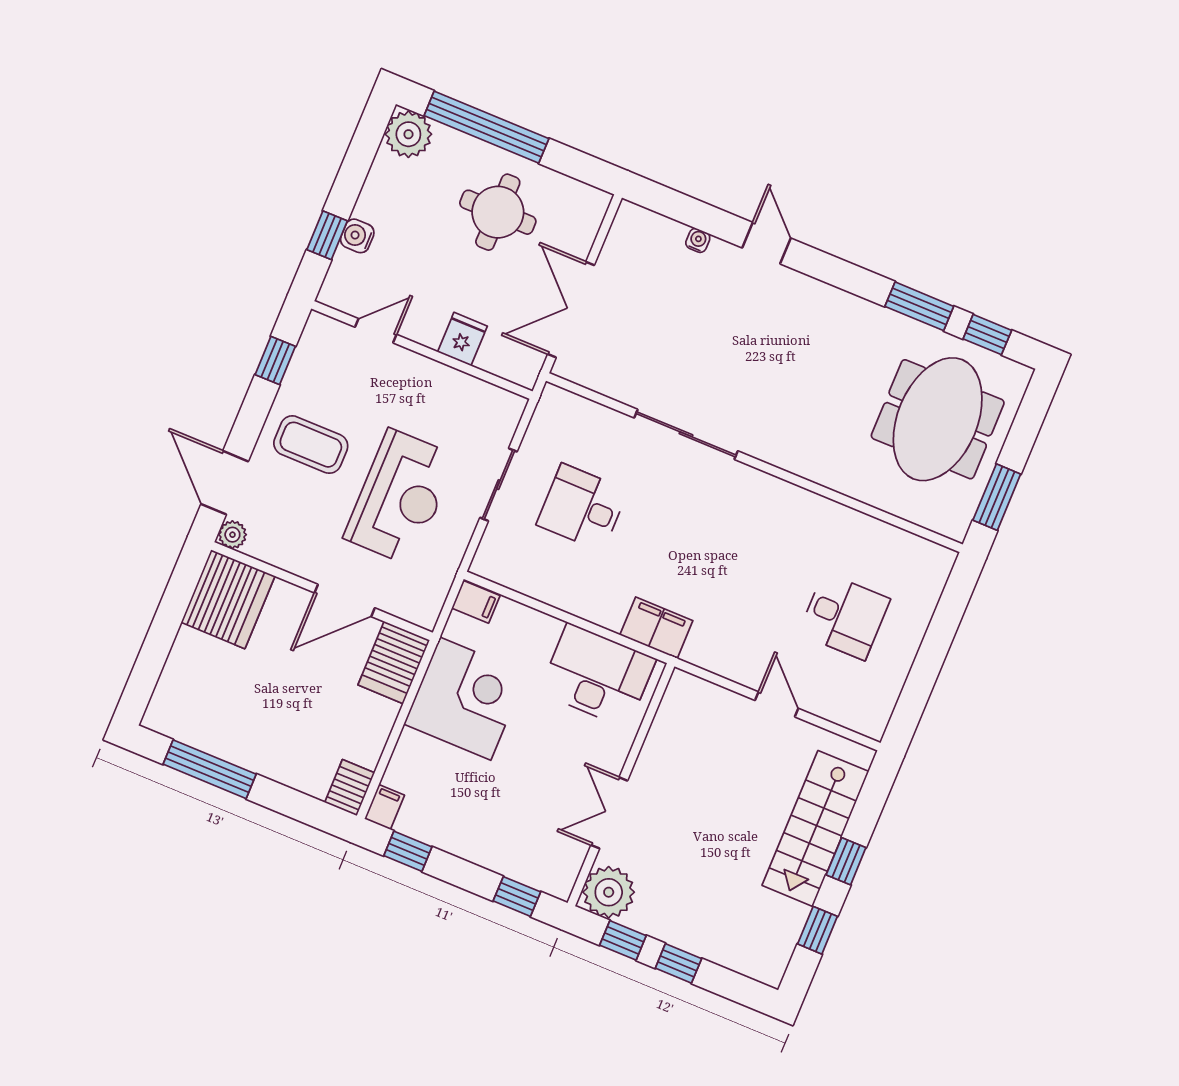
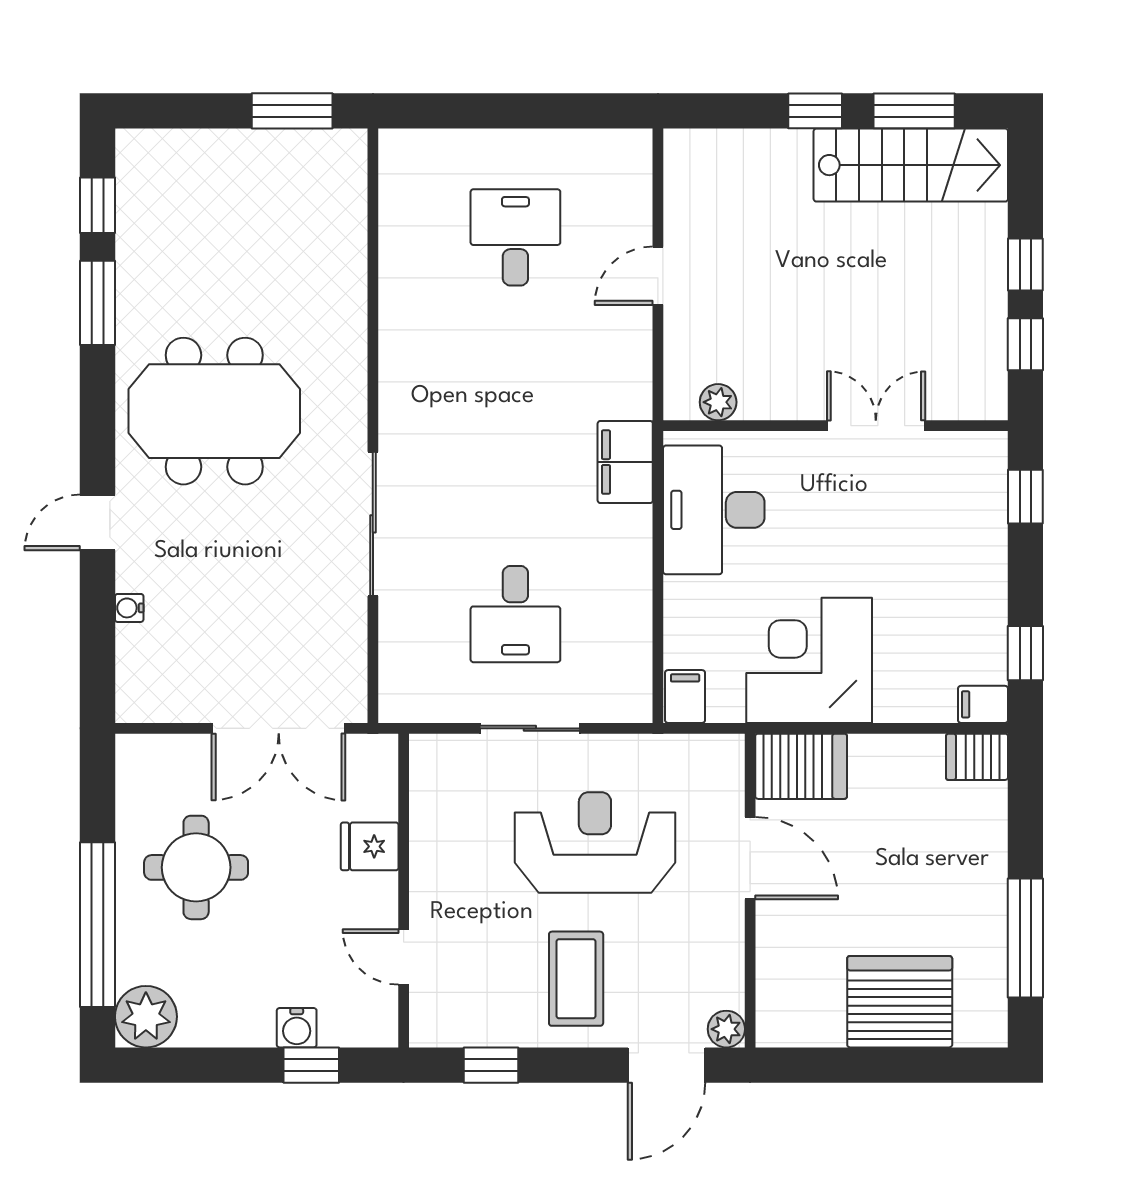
meeting table: (938, 419) -> (214, 411), moved
server rack: (228, 599) -> (900, 1002), moved
double door: (609, 813) -> (876, 426), swing flipped
stairs: (815, 828) -> (911, 165), moved
plant: (609, 892) -> (718, 402), moved, width x0.53, depth x0.53
window: (817, 930) -> (914, 111), width x1.50

